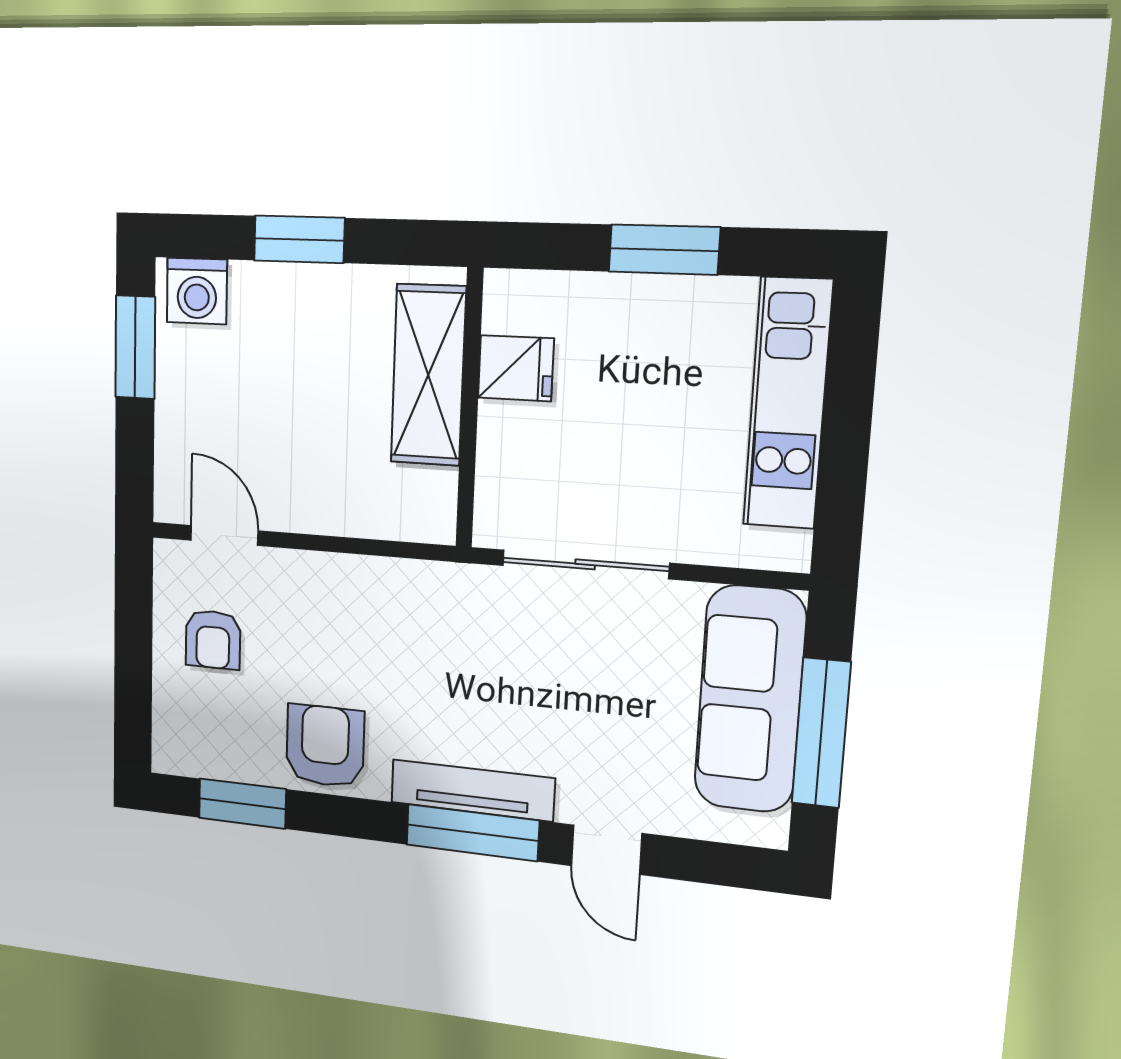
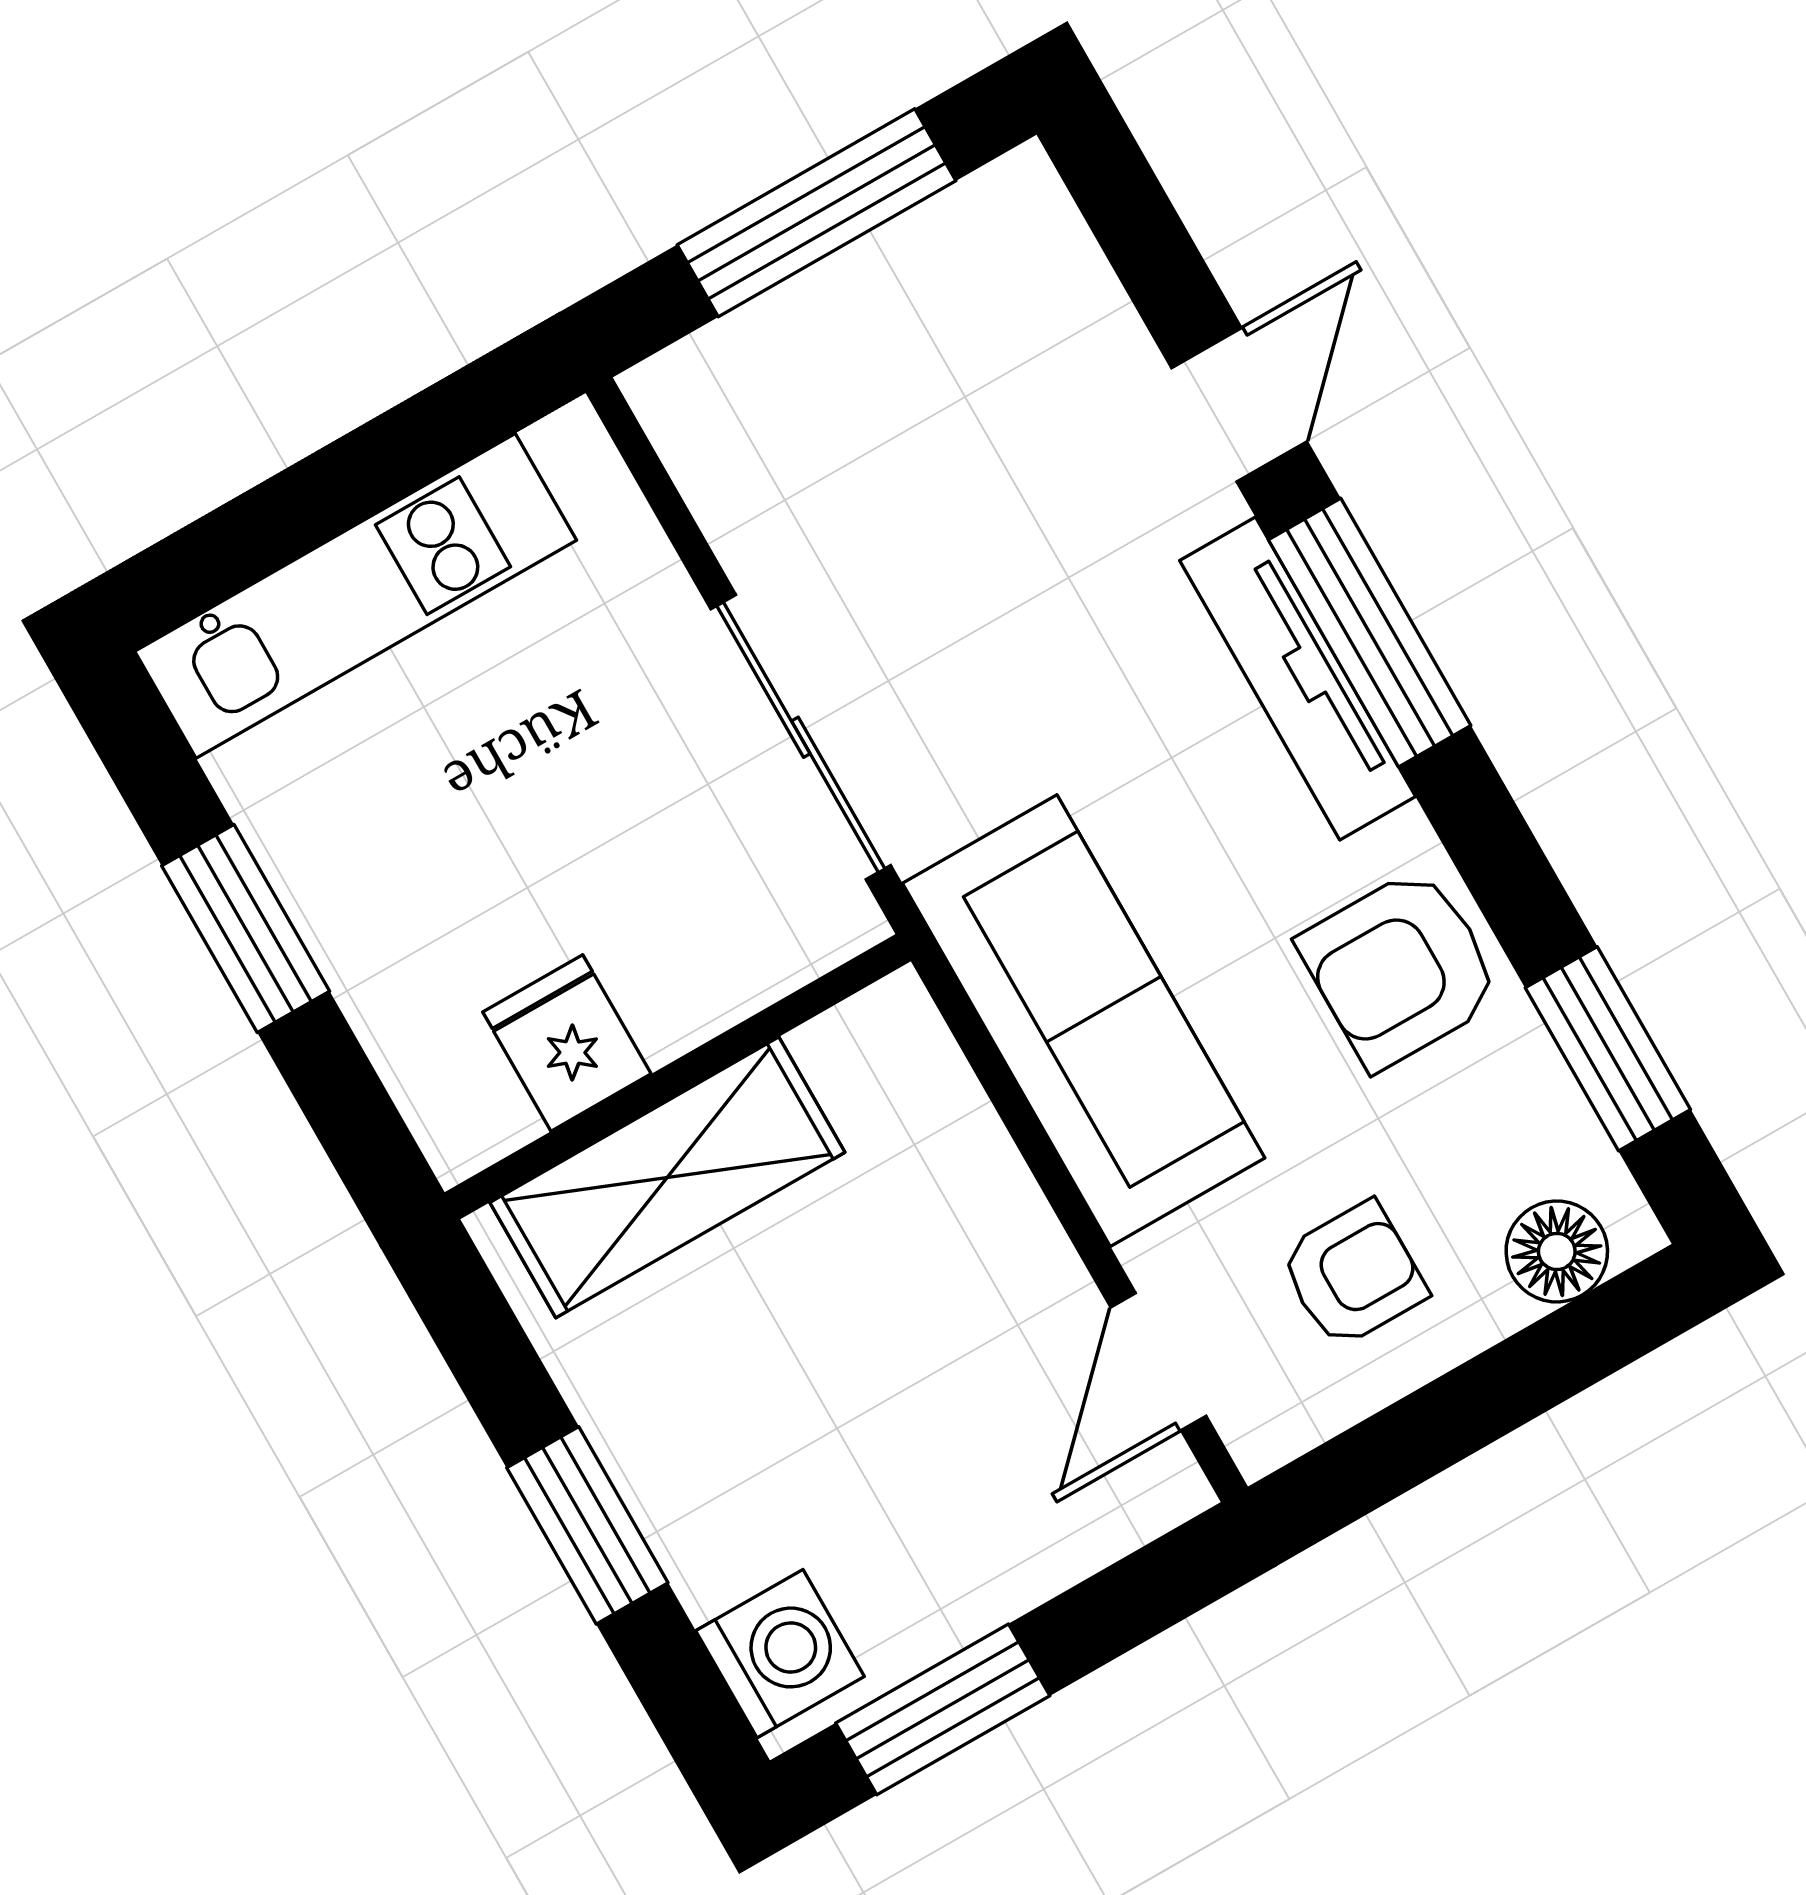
sofa: (750, 699) -> (1084, 1021), moved, turned -90
floor lamp: (174, 726) -> (1557, 1251), added

